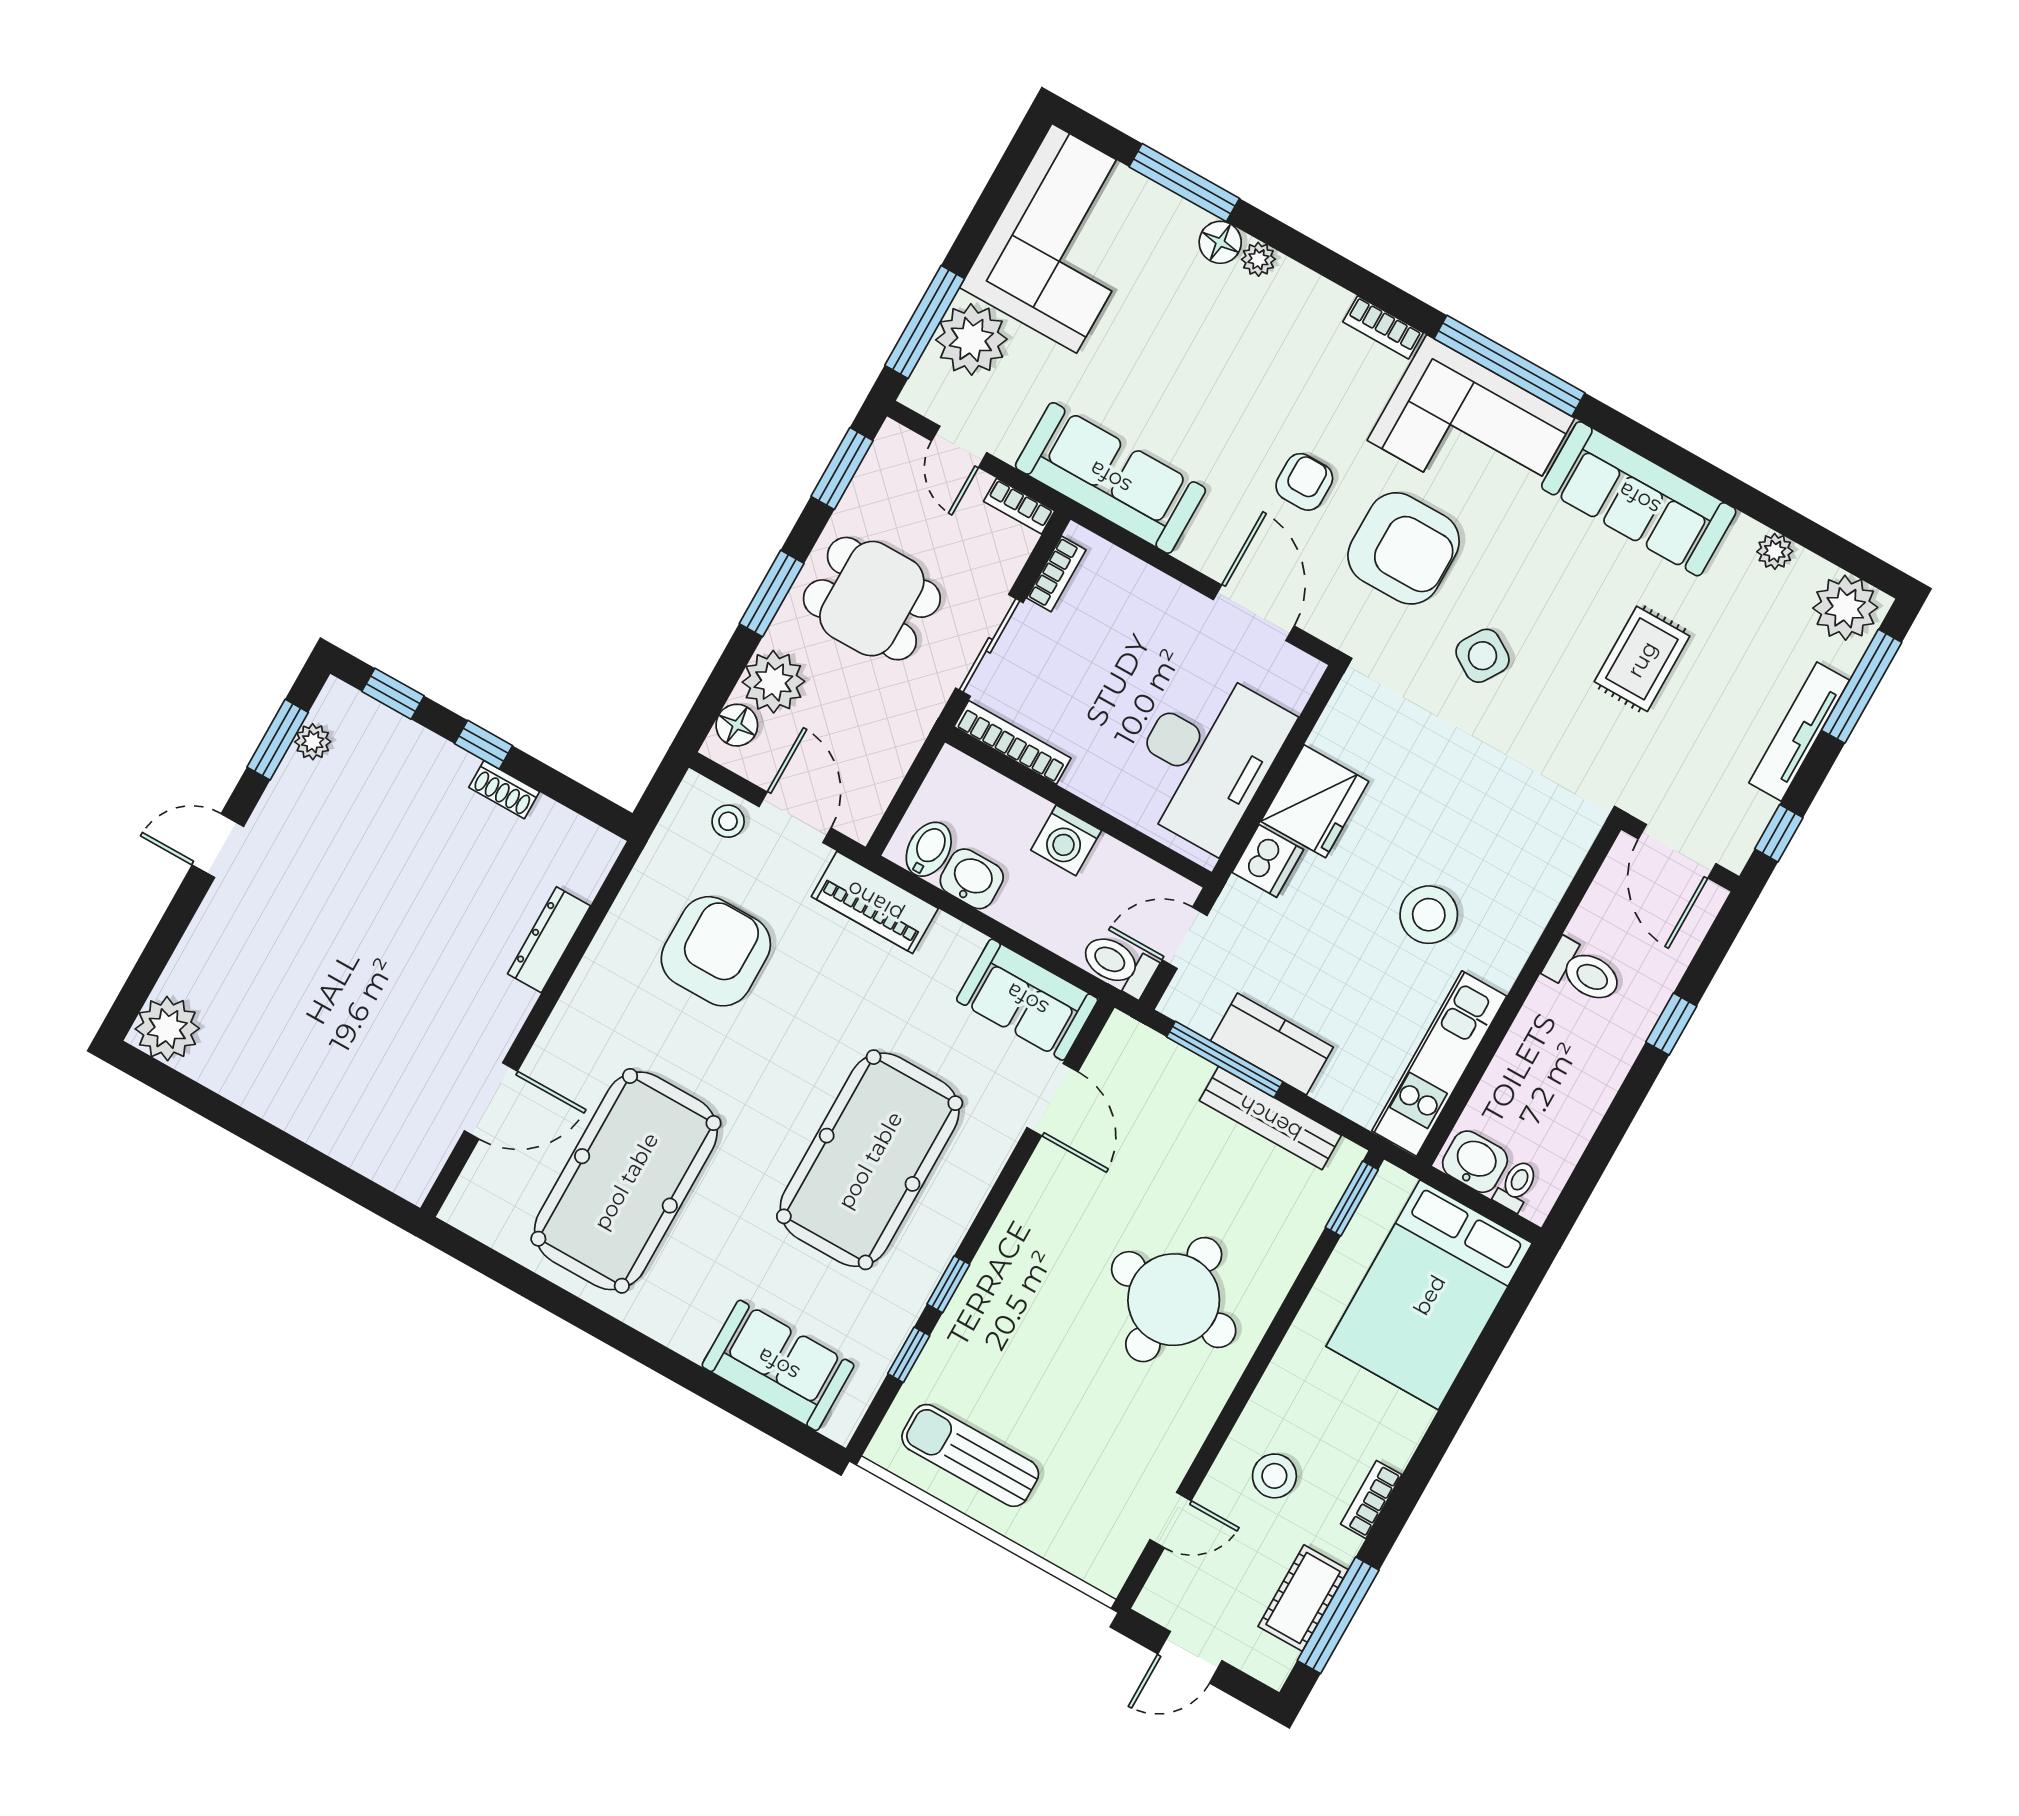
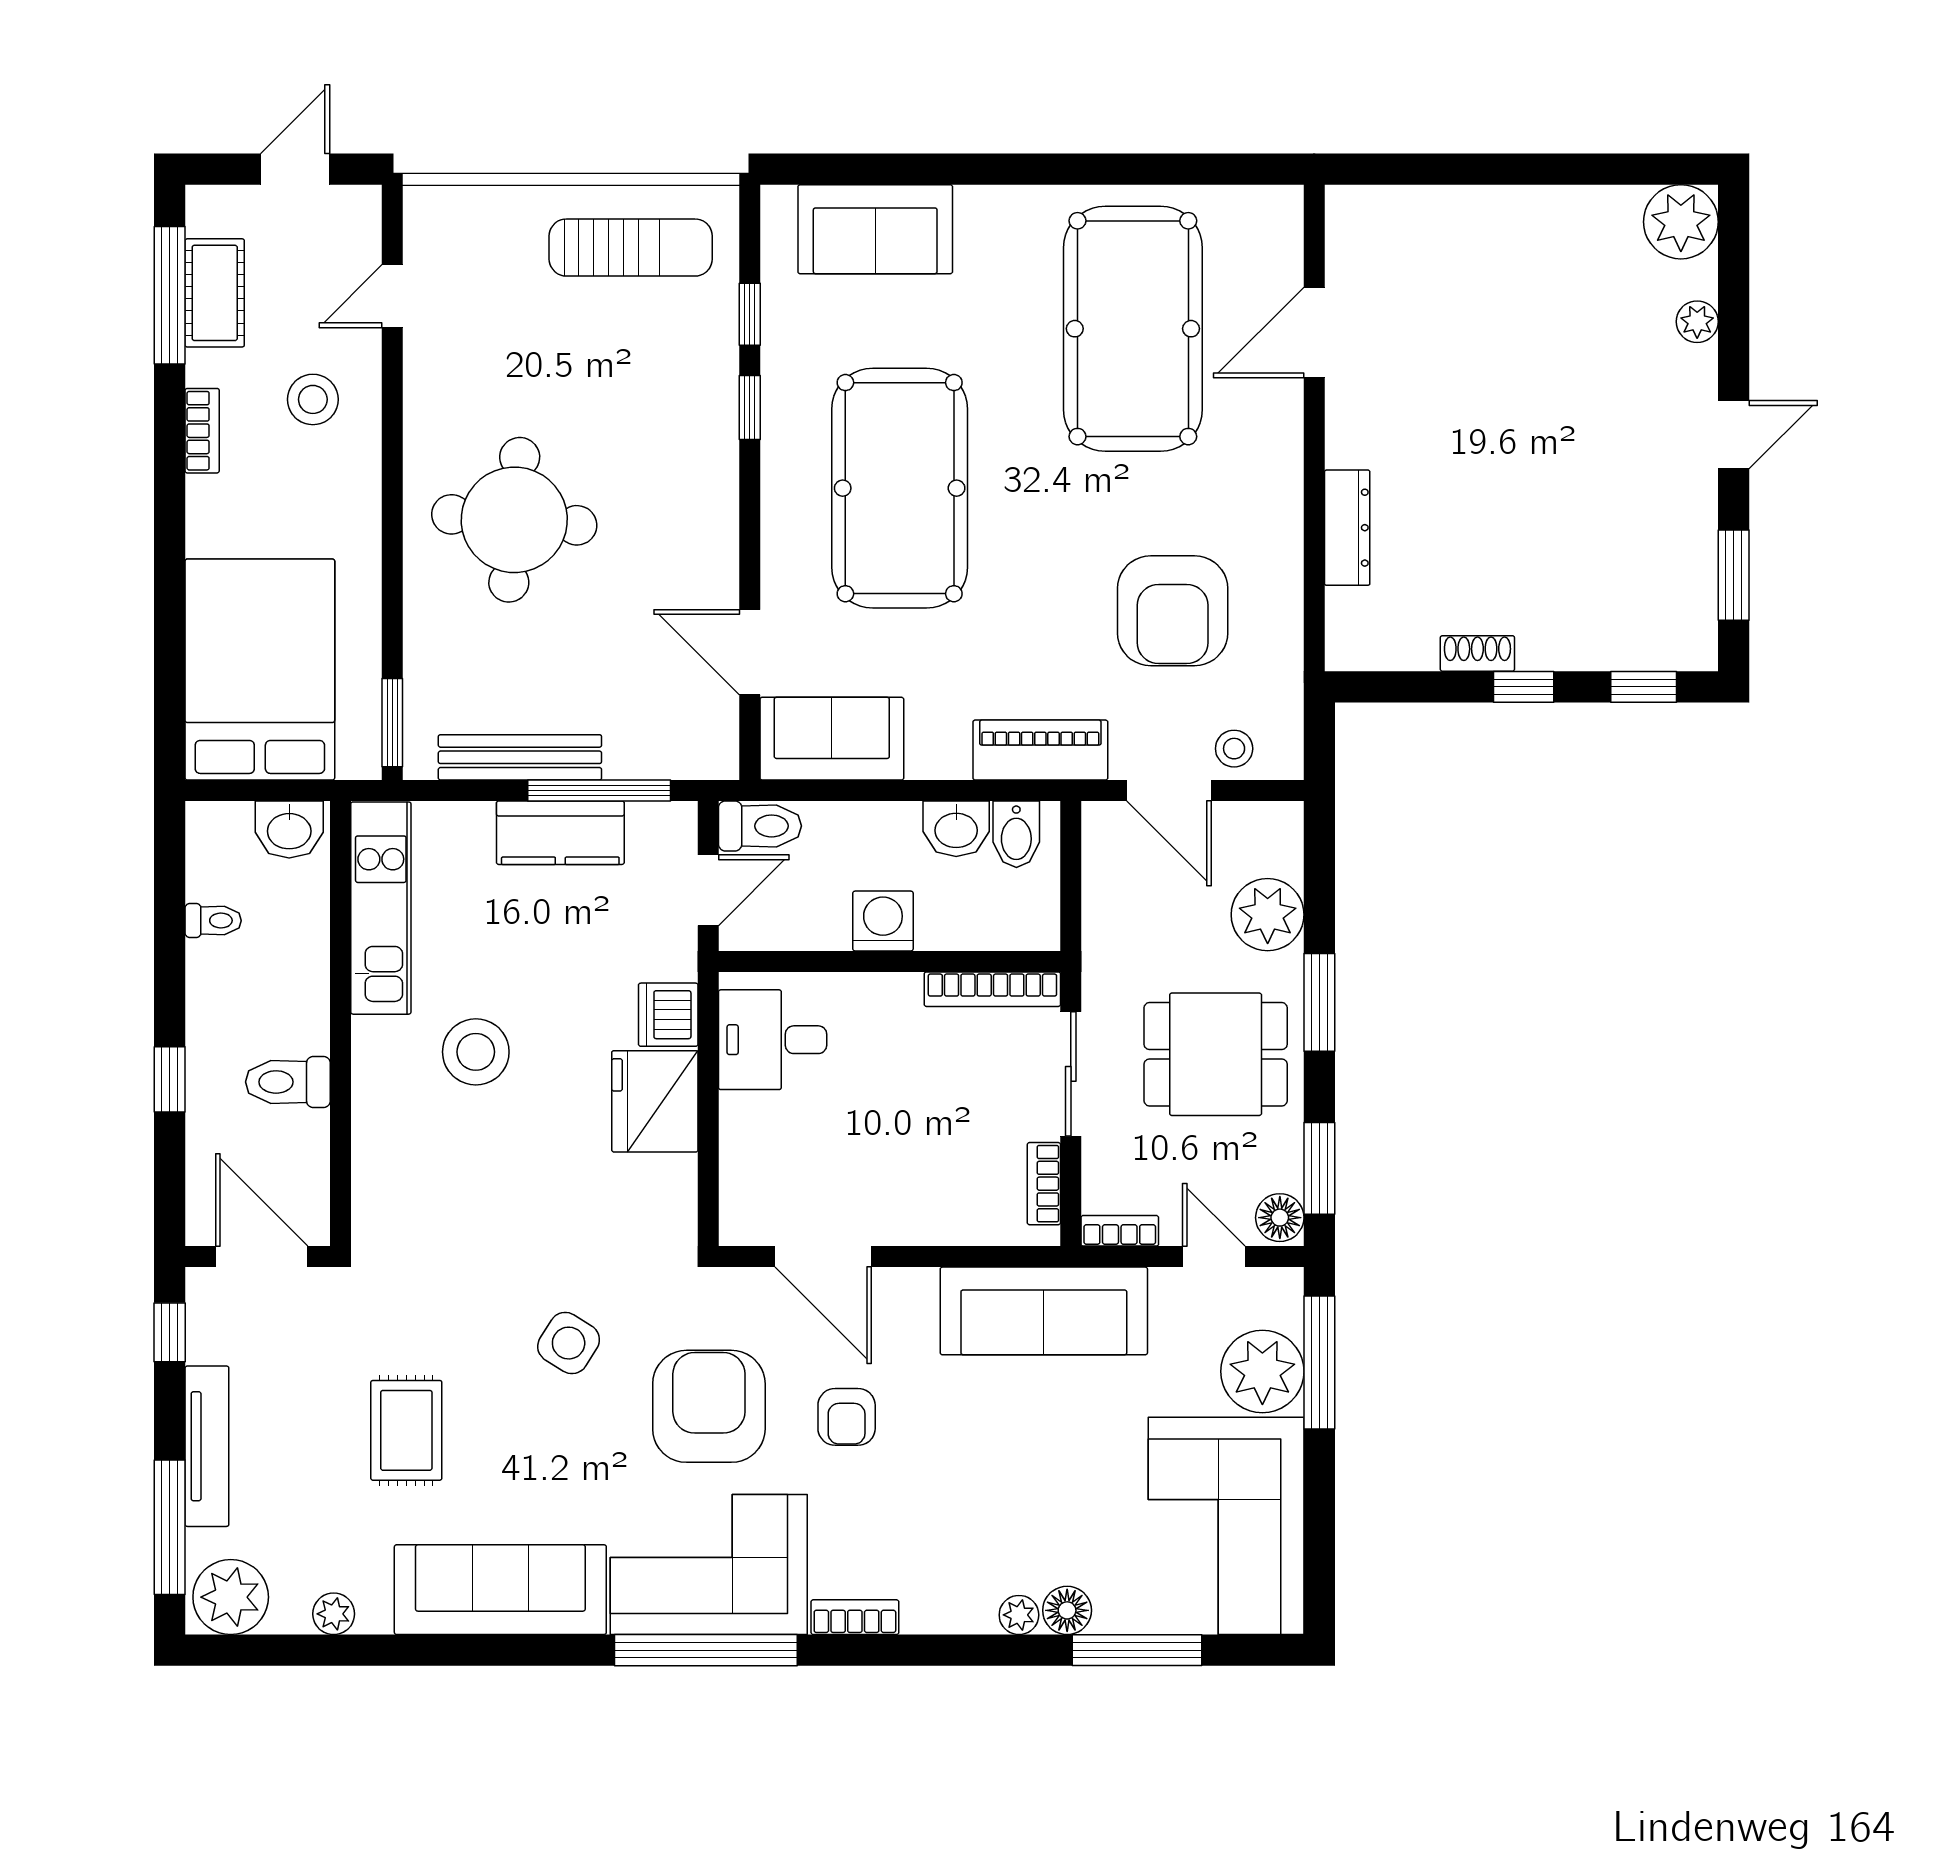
armchair: (1404, 548) -> (709, 1406), turned 90
floor lamp: (737, 725) -> (1280, 1218), moved
plant: (313, 742) -> (1697, 322), moved
desk: (1206, 758) -> (773, 1040), width x0.53, depth x0.77
toilet: (1516, 1186) -> (213, 921), moved, turned -90

